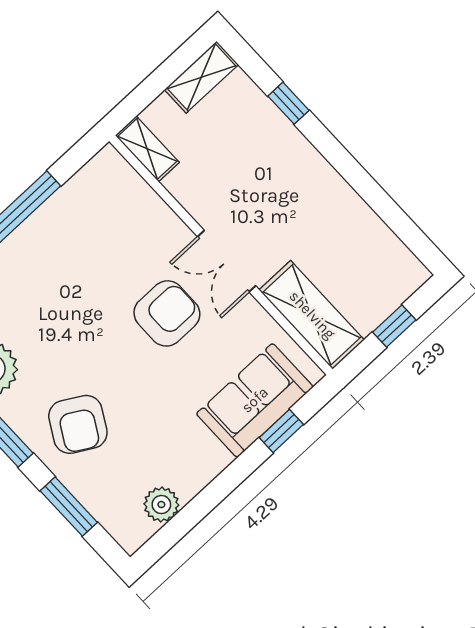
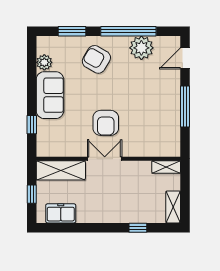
freezer: (382, 250) -> (61, 213), added
sofa: (255, 400) -> (50, 95), moved

